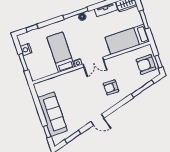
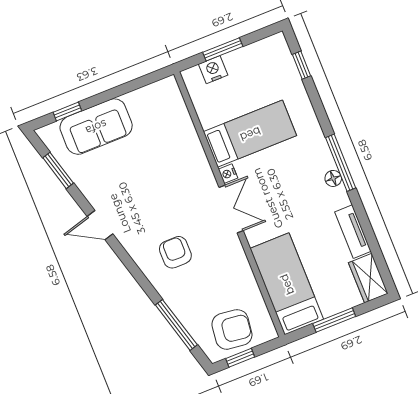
nightstand: (26, 49) -> (213, 70), moved
double door: (93, 62) -> (231, 209), swing flipped
armchair: (146, 64) -> (232, 329), turned 97
sofa: (52, 114) -> (96, 127), width x0.73
door: (97, 120) -> (100, 225), hinge flipped

